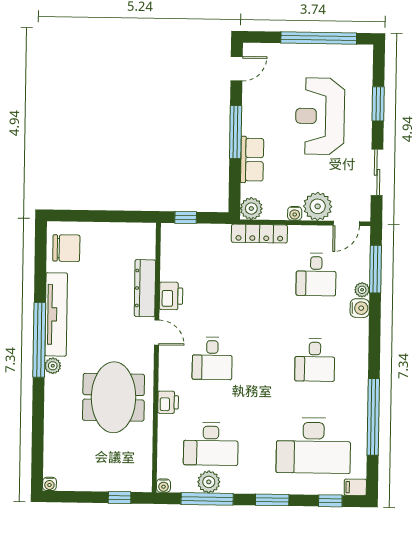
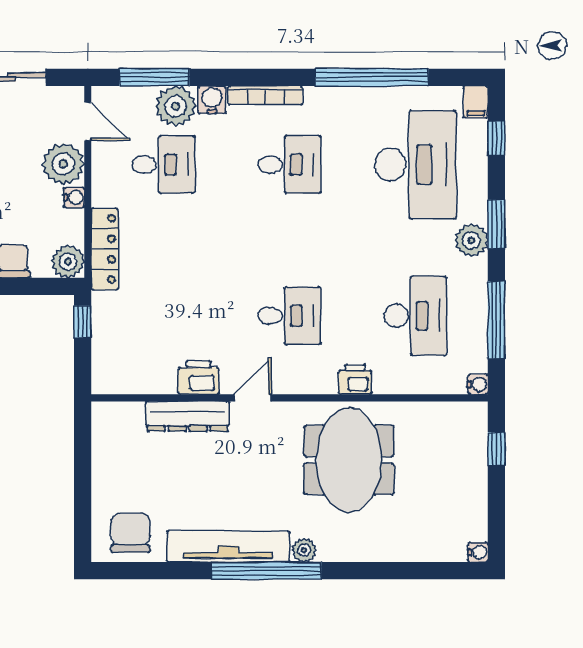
window: (186, 217) -> (83, 322), moved
plant: (362, 290) -> (176, 106), width x1.87, depth x1.87
bookcase: (362, 344) -> (265, 95), added
meeting table: (114, 397) -> (349, 460), turned 90
plant: (209, 482) -> (471, 240), moved

